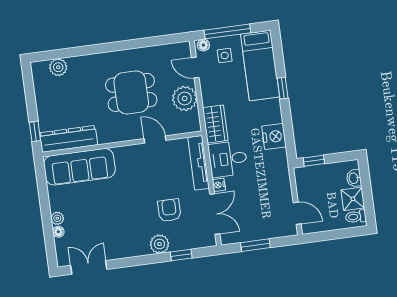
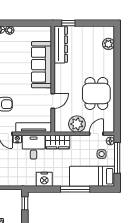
window: (283, 88) -> (75, 189), width x2.17
dining table: (131, 92) -> (96, 93), moved
sofa: (79, 167) -> (41, 65), moved

